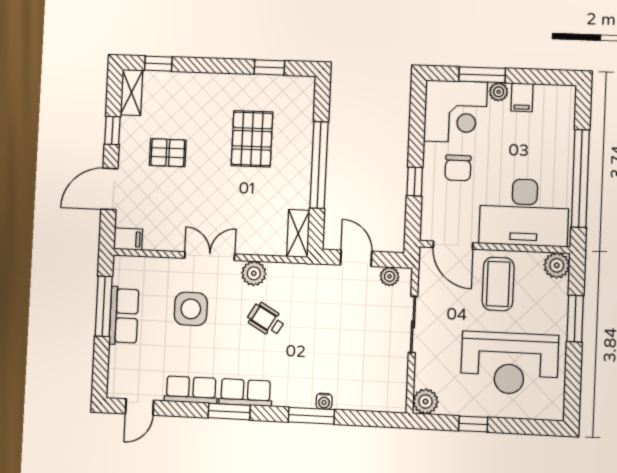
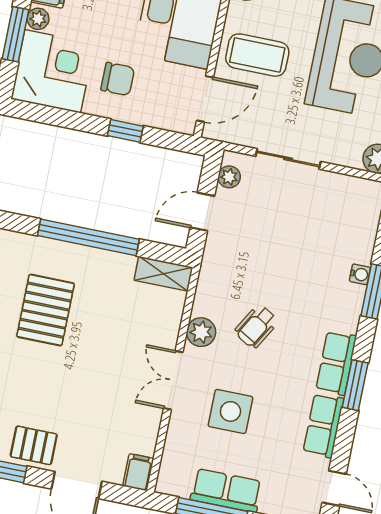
pallet: (252, 139) -> (46, 310), turned 90
pallet: (168, 153) -> (34, 445), moved, turned 90

